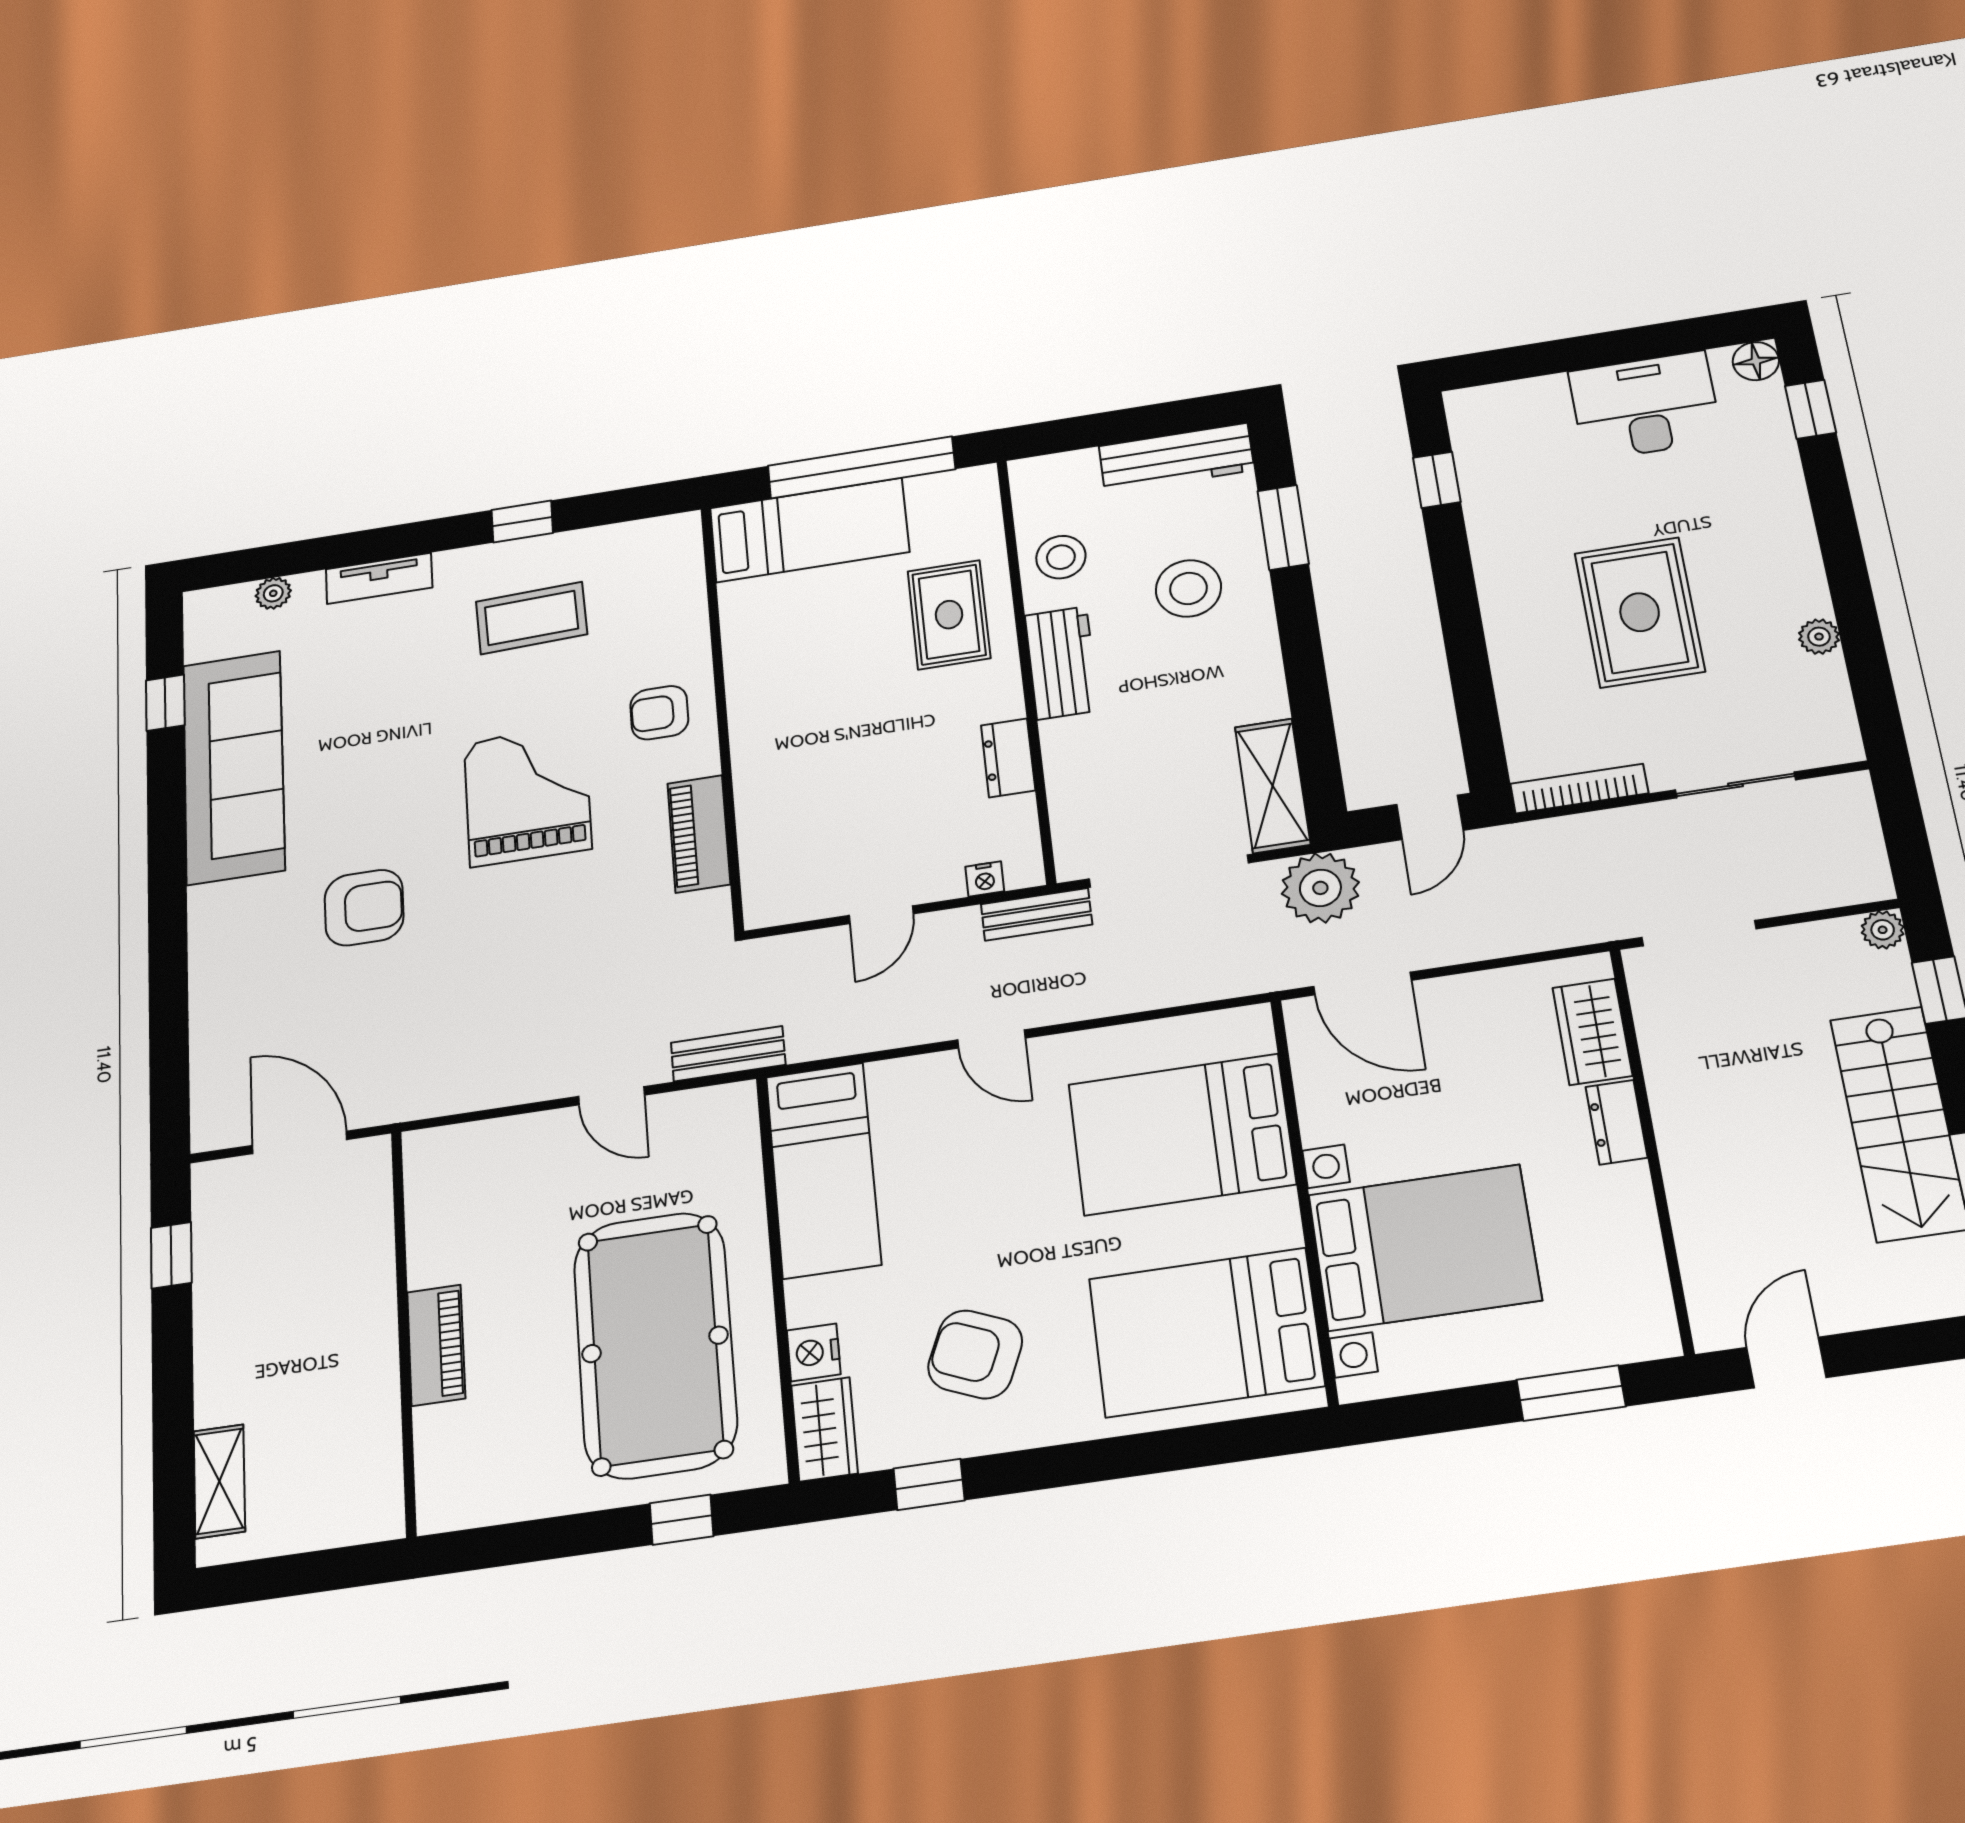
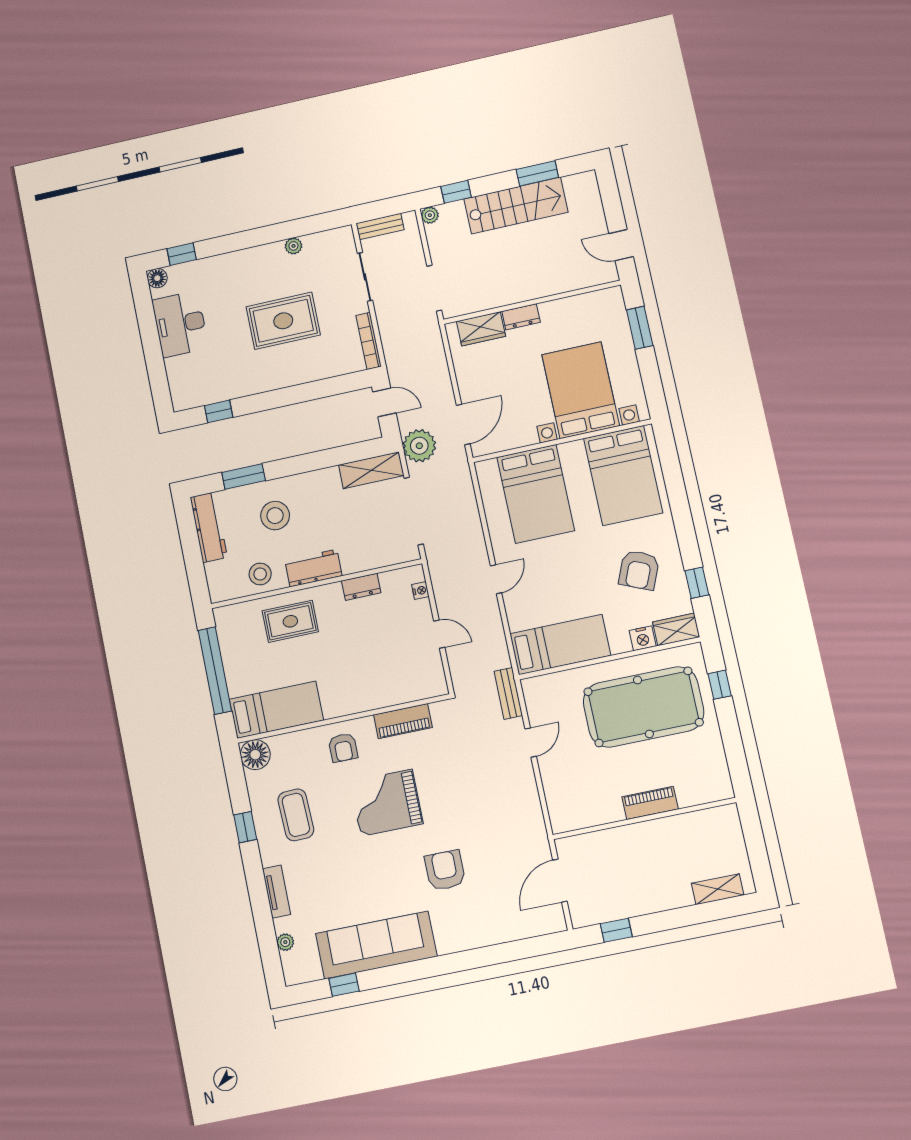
bed: (809, 530) -> (276, 710), moved, turned 90
floor lamp: (671, 542) -> (255, 755), added
bench: (1037, 914) -> (380, 227), moved, turned 90

